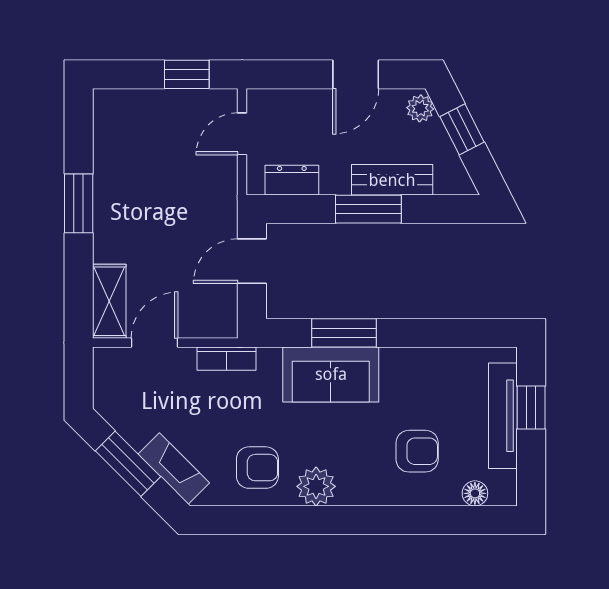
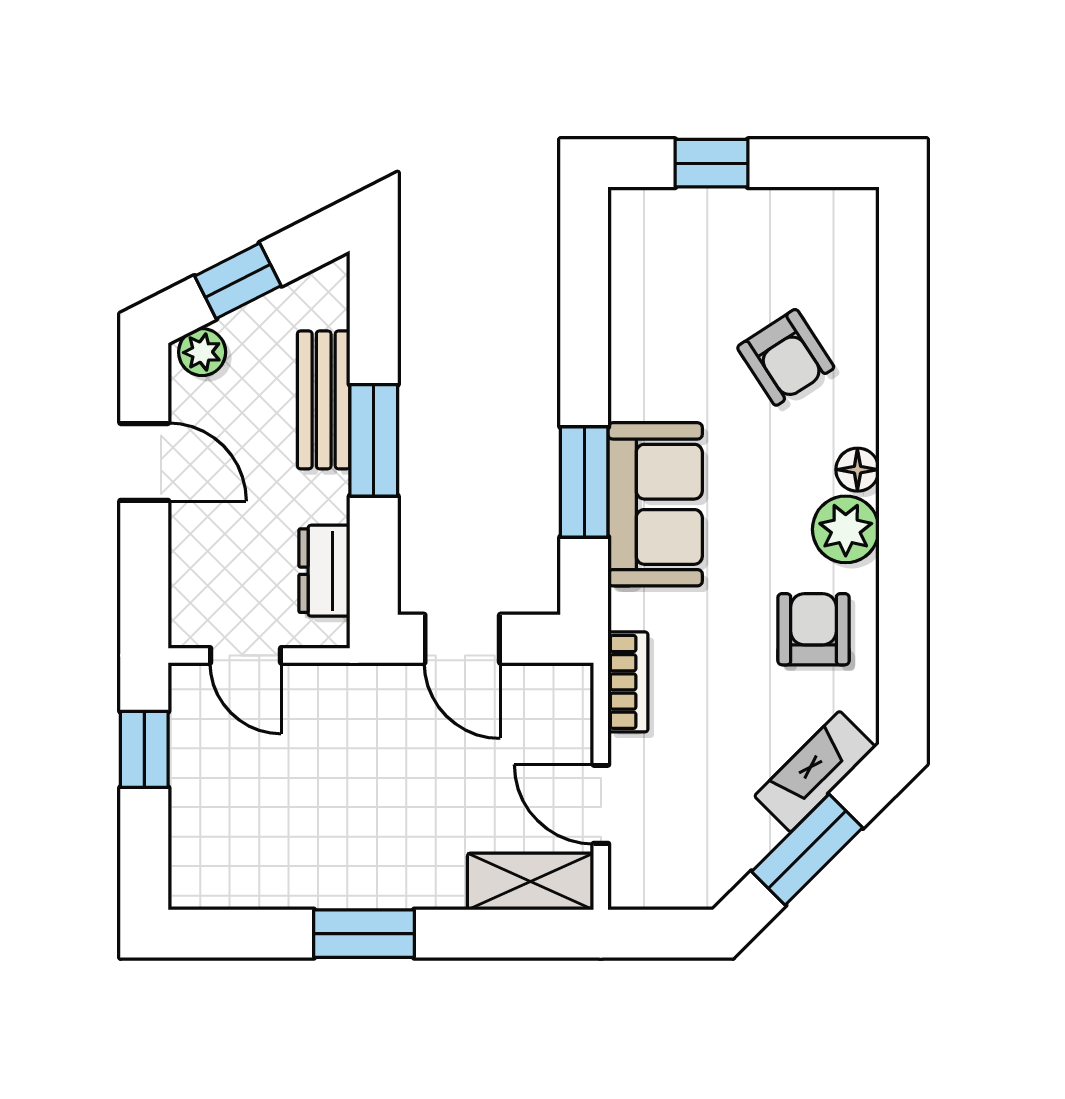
tv unit: (503, 416) -> (725, 211), removed
armchair: (417, 451) -> (786, 357), turned 147
floor lamp: (475, 493) -> (857, 470), moved

